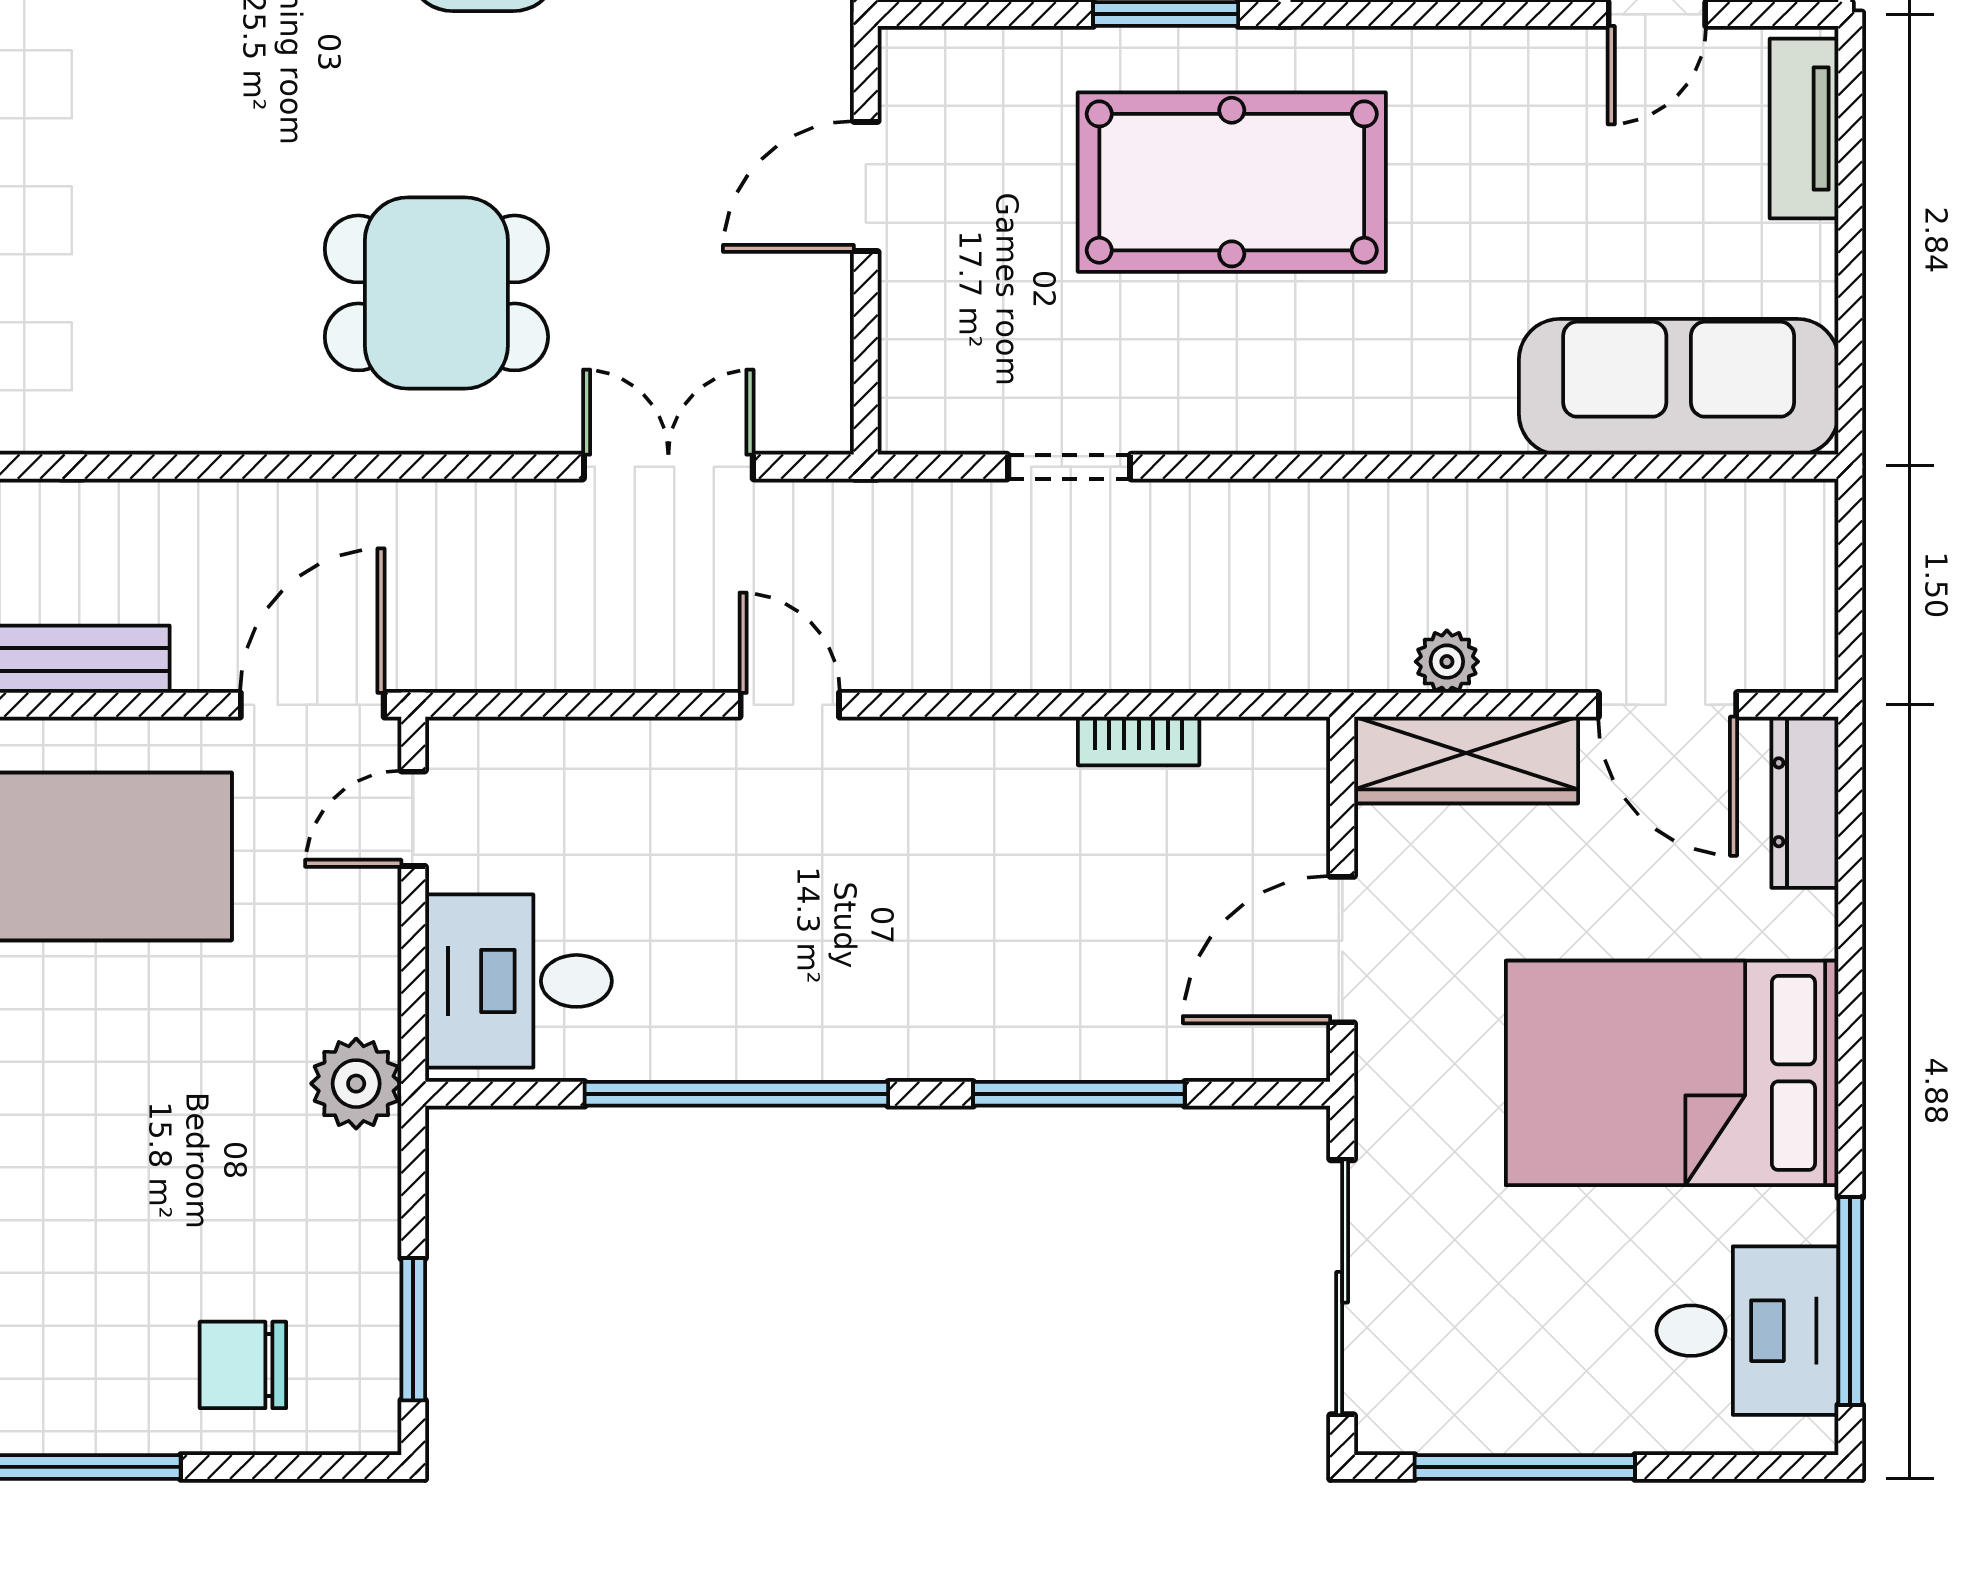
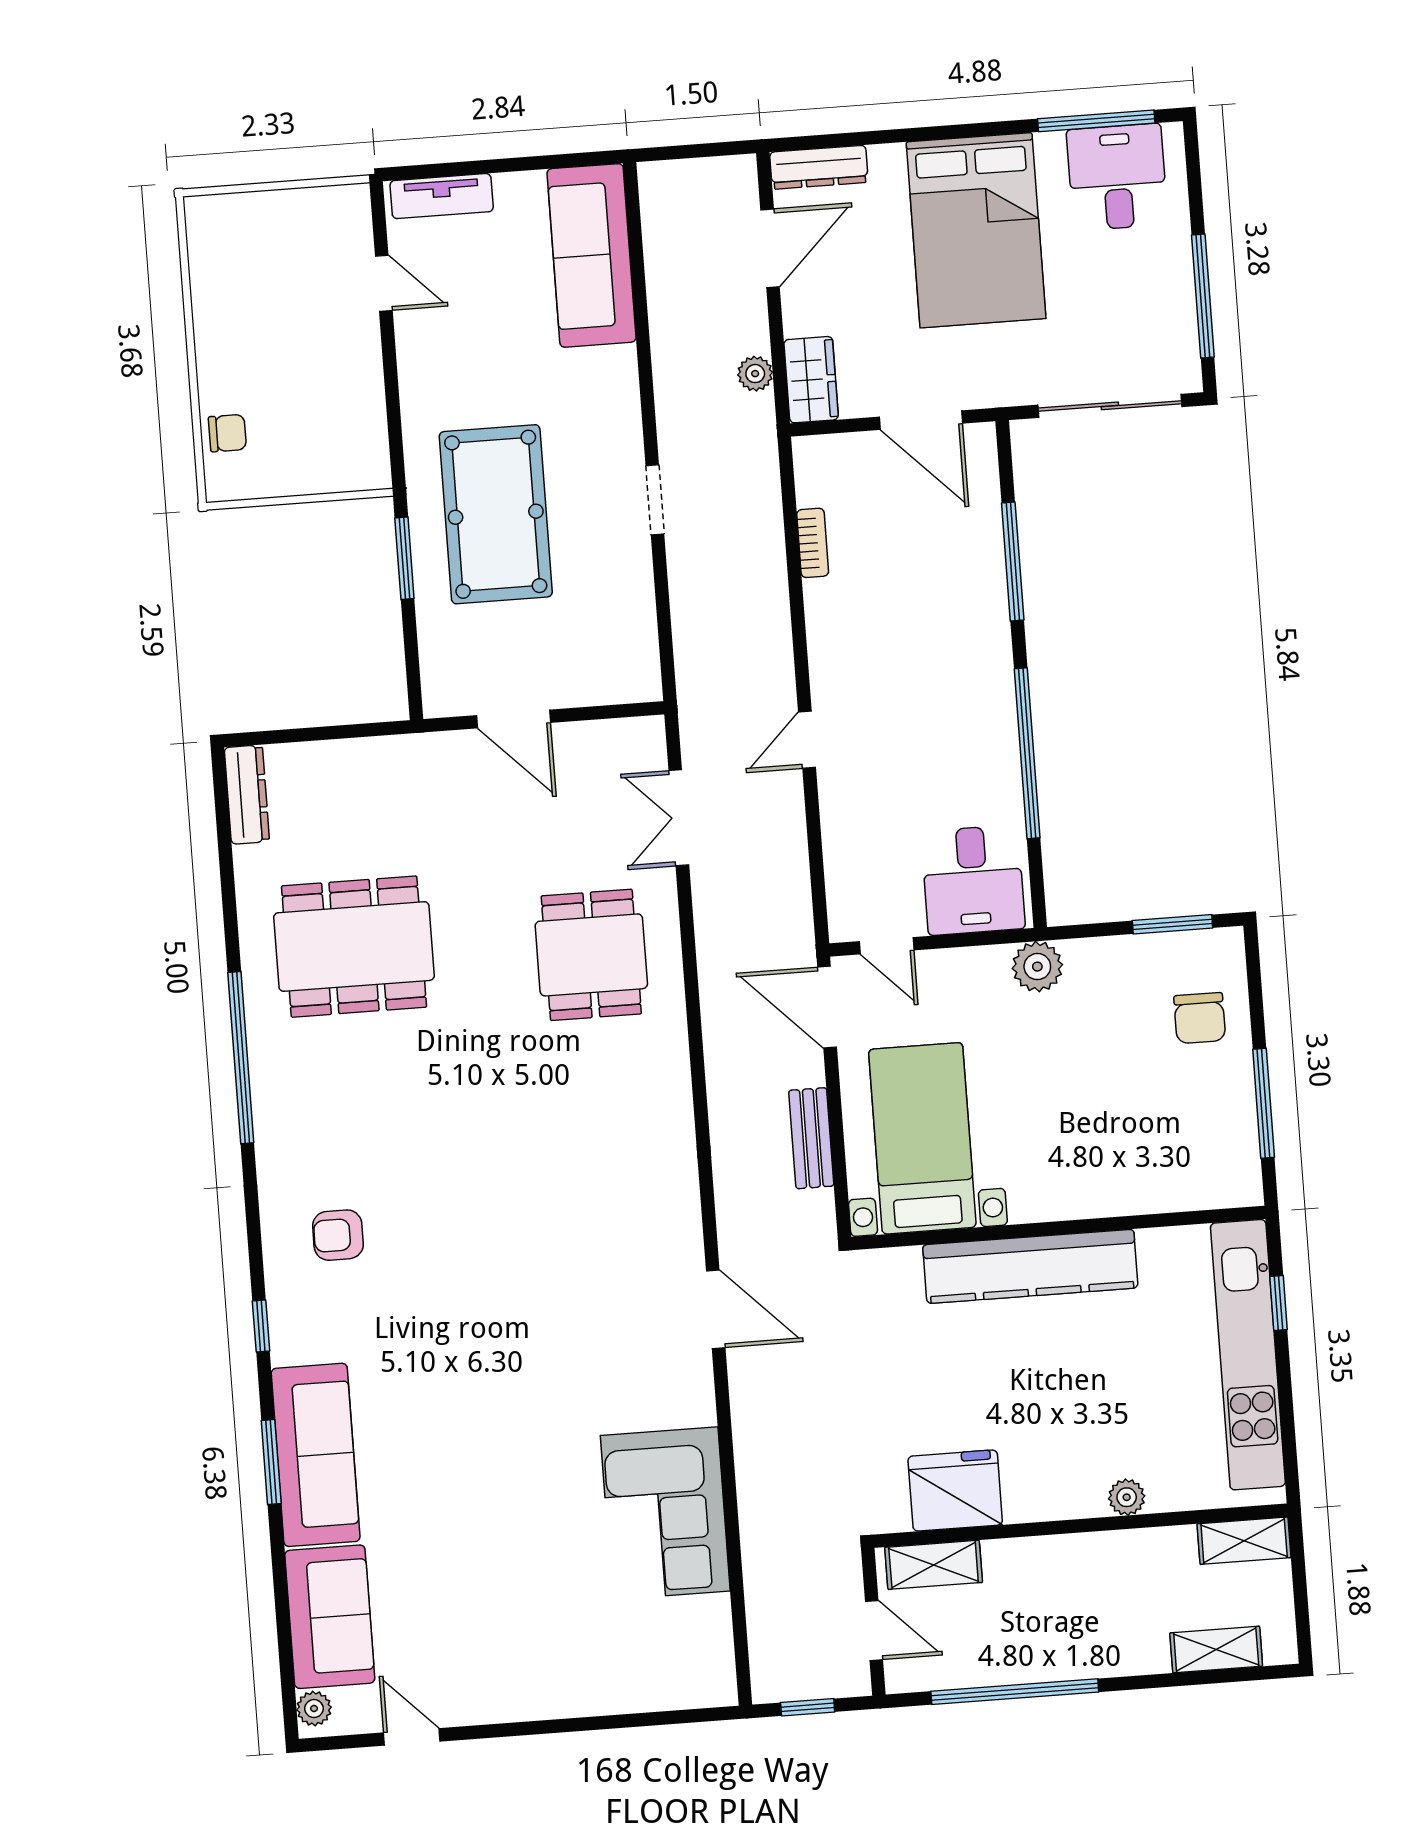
doorway: (1069, 467) -> (655, 500), moved
wardrobe: (1466, 760) -> (811, 380), width x0.67

